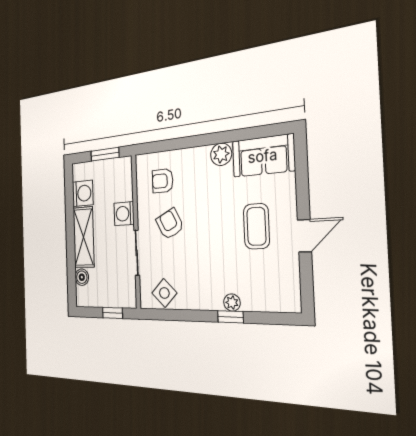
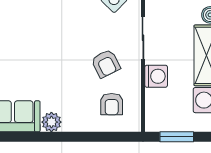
armchair: (163, 181) -> (112, 104), turned 90
coffee table: (256, 226) -> (22, 57), removed

